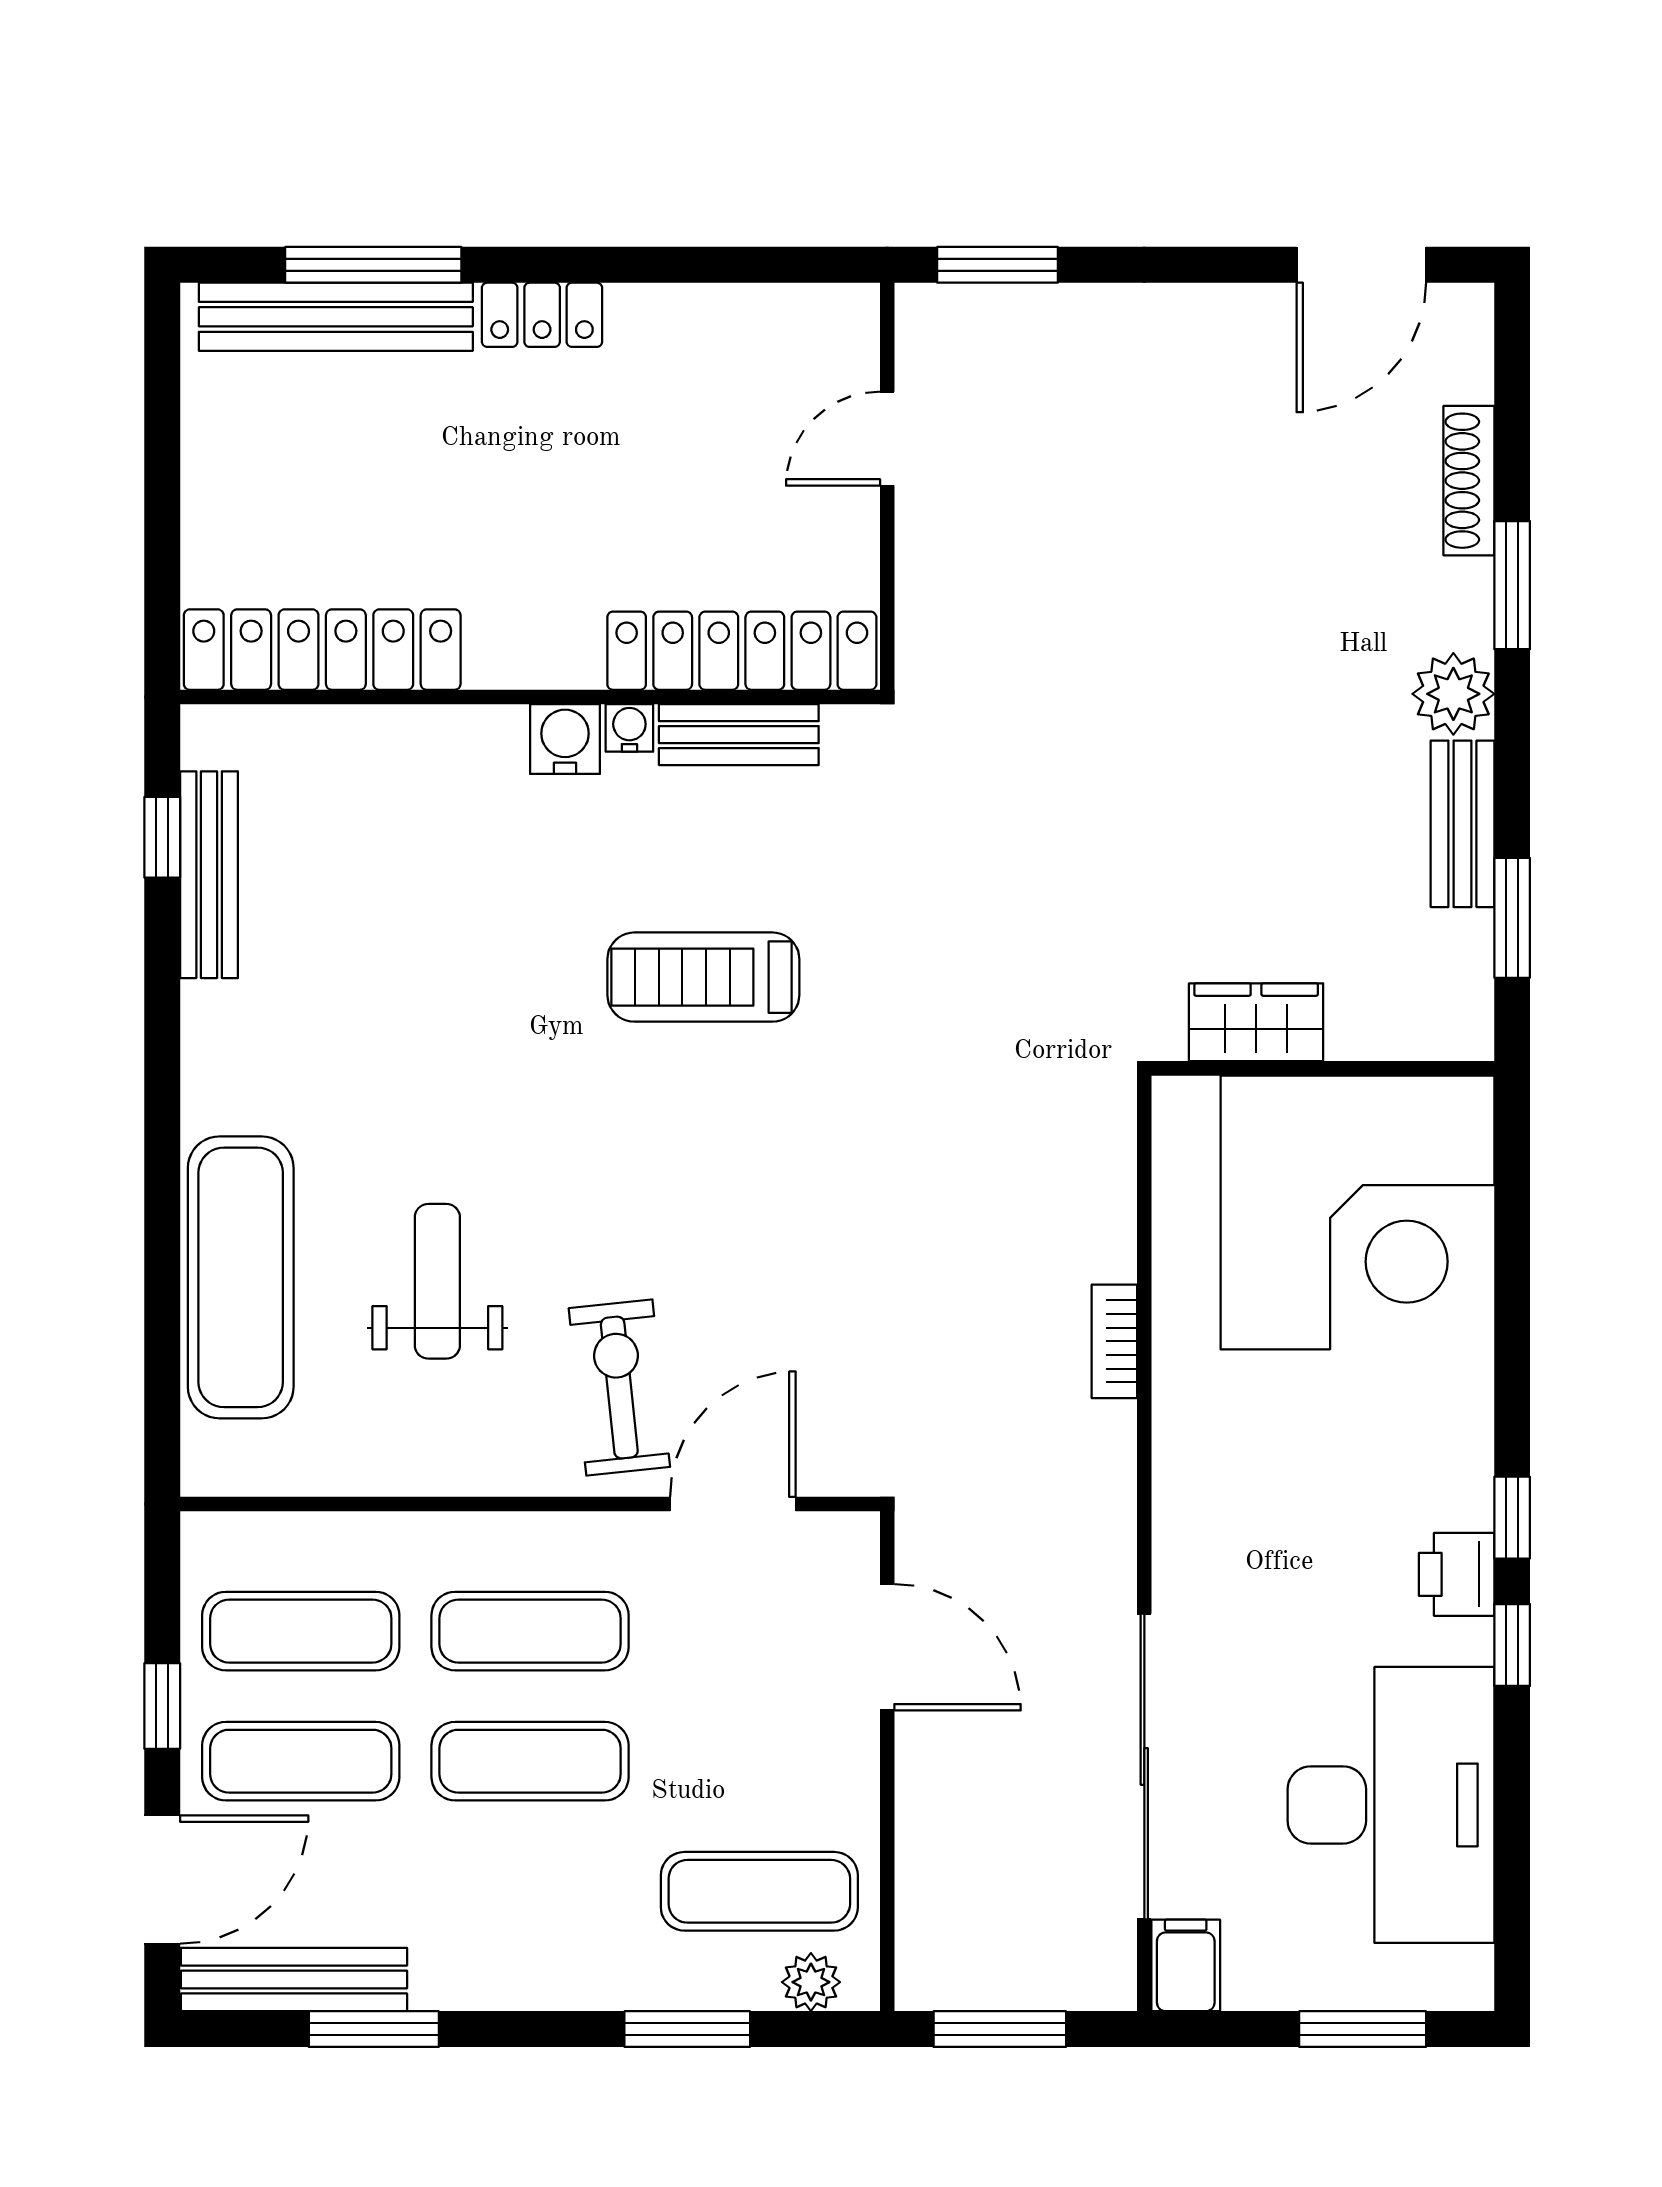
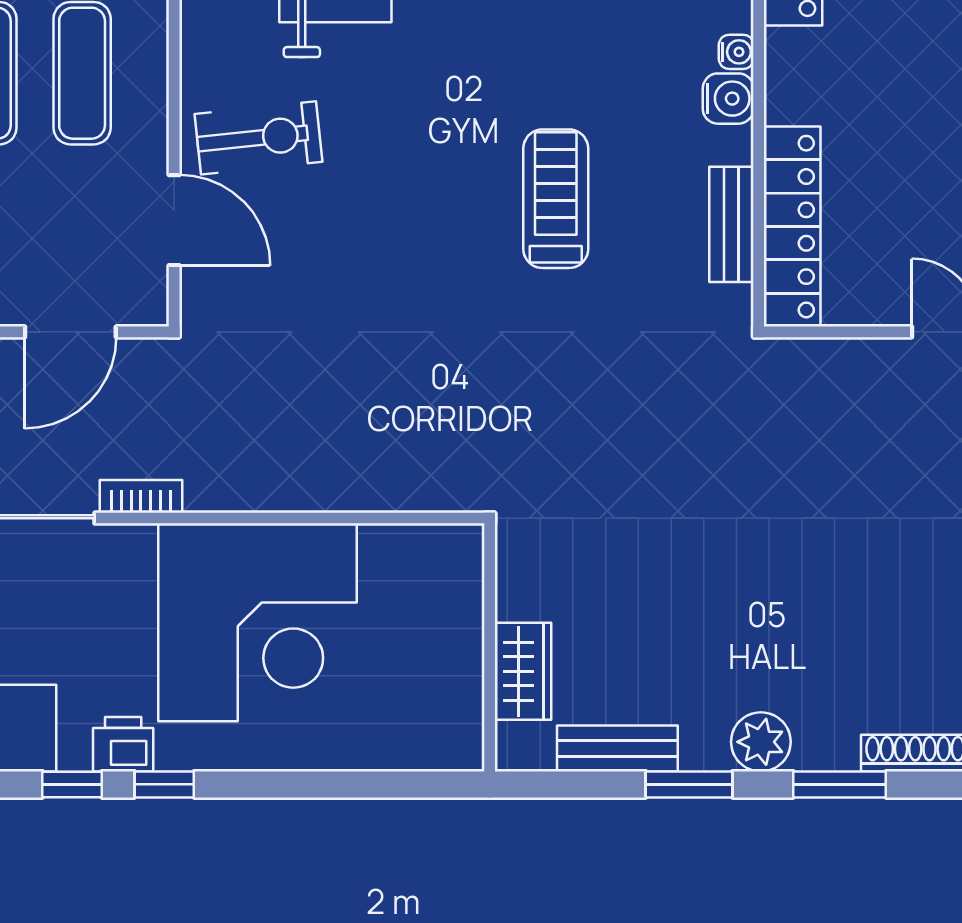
water cooler: (629, 728) -> (736, 52), moved
bench: (1462, 824) -> (617, 748), moved
window: (1512, 918) -> (689, 784), moved
wardrobe: (1256, 1022) -> (523, 671), moved
corner desk: (1357, 1212) -> (258, 622), moved, turned -90
bookcase: (1114, 1341) -> (141, 496), moved

